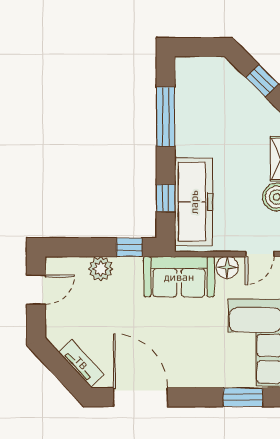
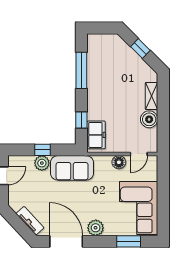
freezer: (194, 202) -> (96, 135), width x0.52, depth x0.79
window: (129, 247) -> (43, 150), moved
sofa: (179, 277) -> (72, 168), moved
plant: (189, 375) -> (96, 228), added

